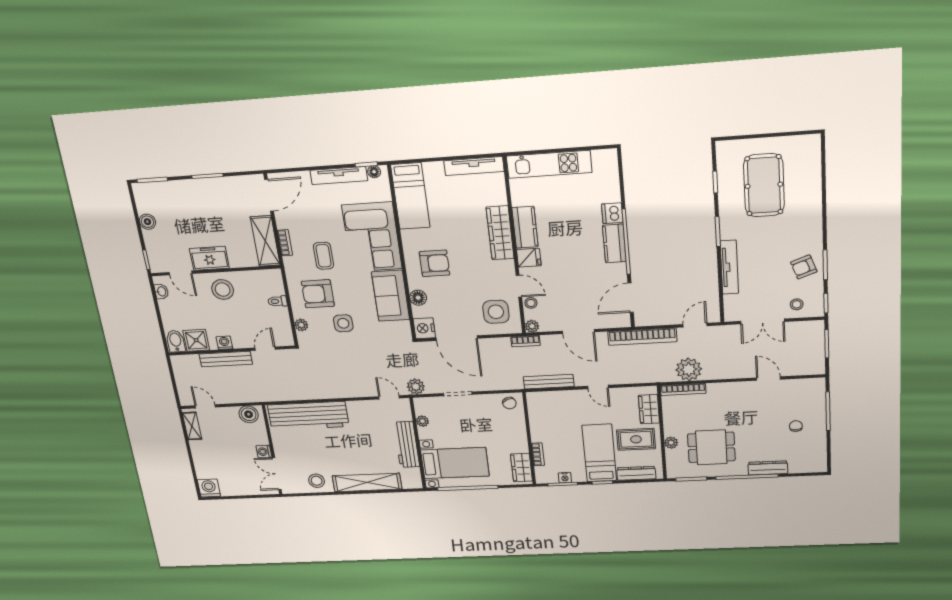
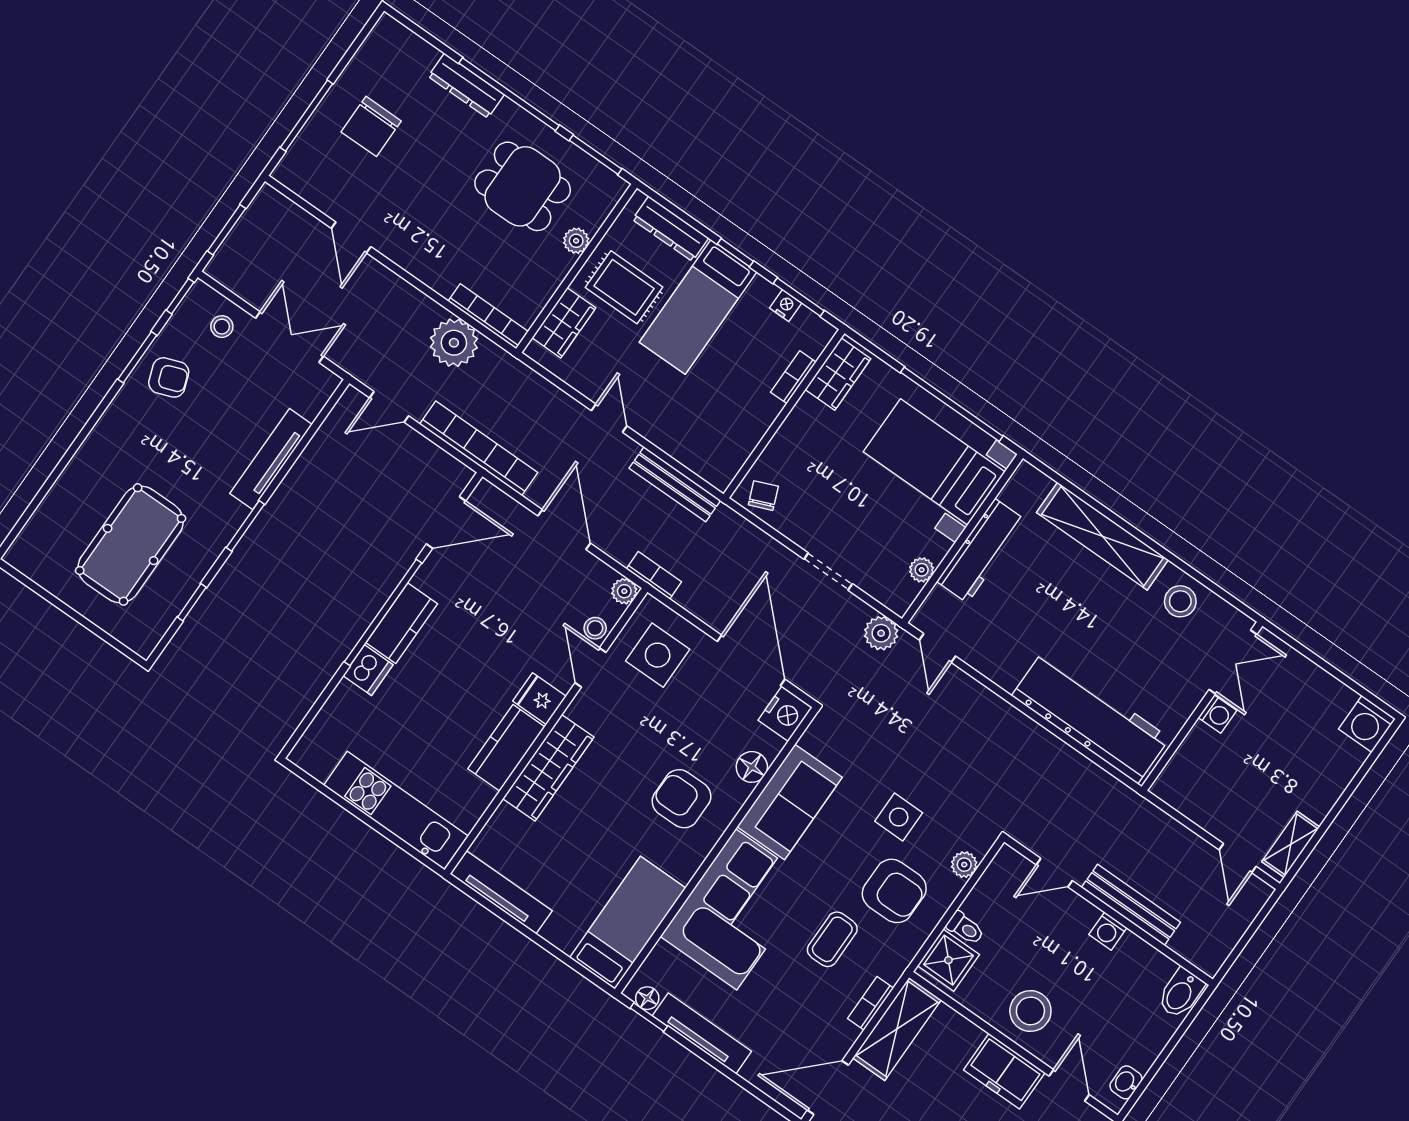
shower: (196, 340) -> (948, 960), moved
boiler: (249, 414) -> (1182, 792), removed
chair: (796, 426) -> (371, 126), width x1.87, depth x1.87

